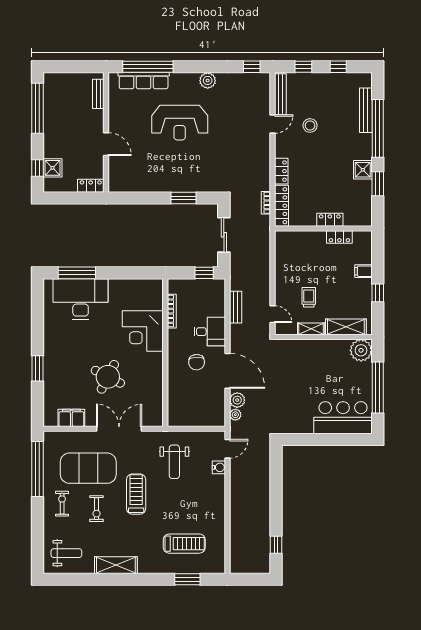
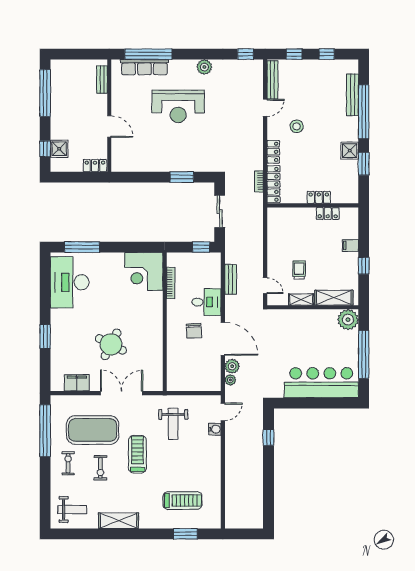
stool: (310, 125) -> (297, 126), moved
desk: (81, 299) -> (70, 282), moved, turned -90
corner desk: (143, 331) -> (144, 271), moved
bar counter: (343, 418) -> (321, 383), width x1.36
window: (276, 545) -> (268, 438), moved

